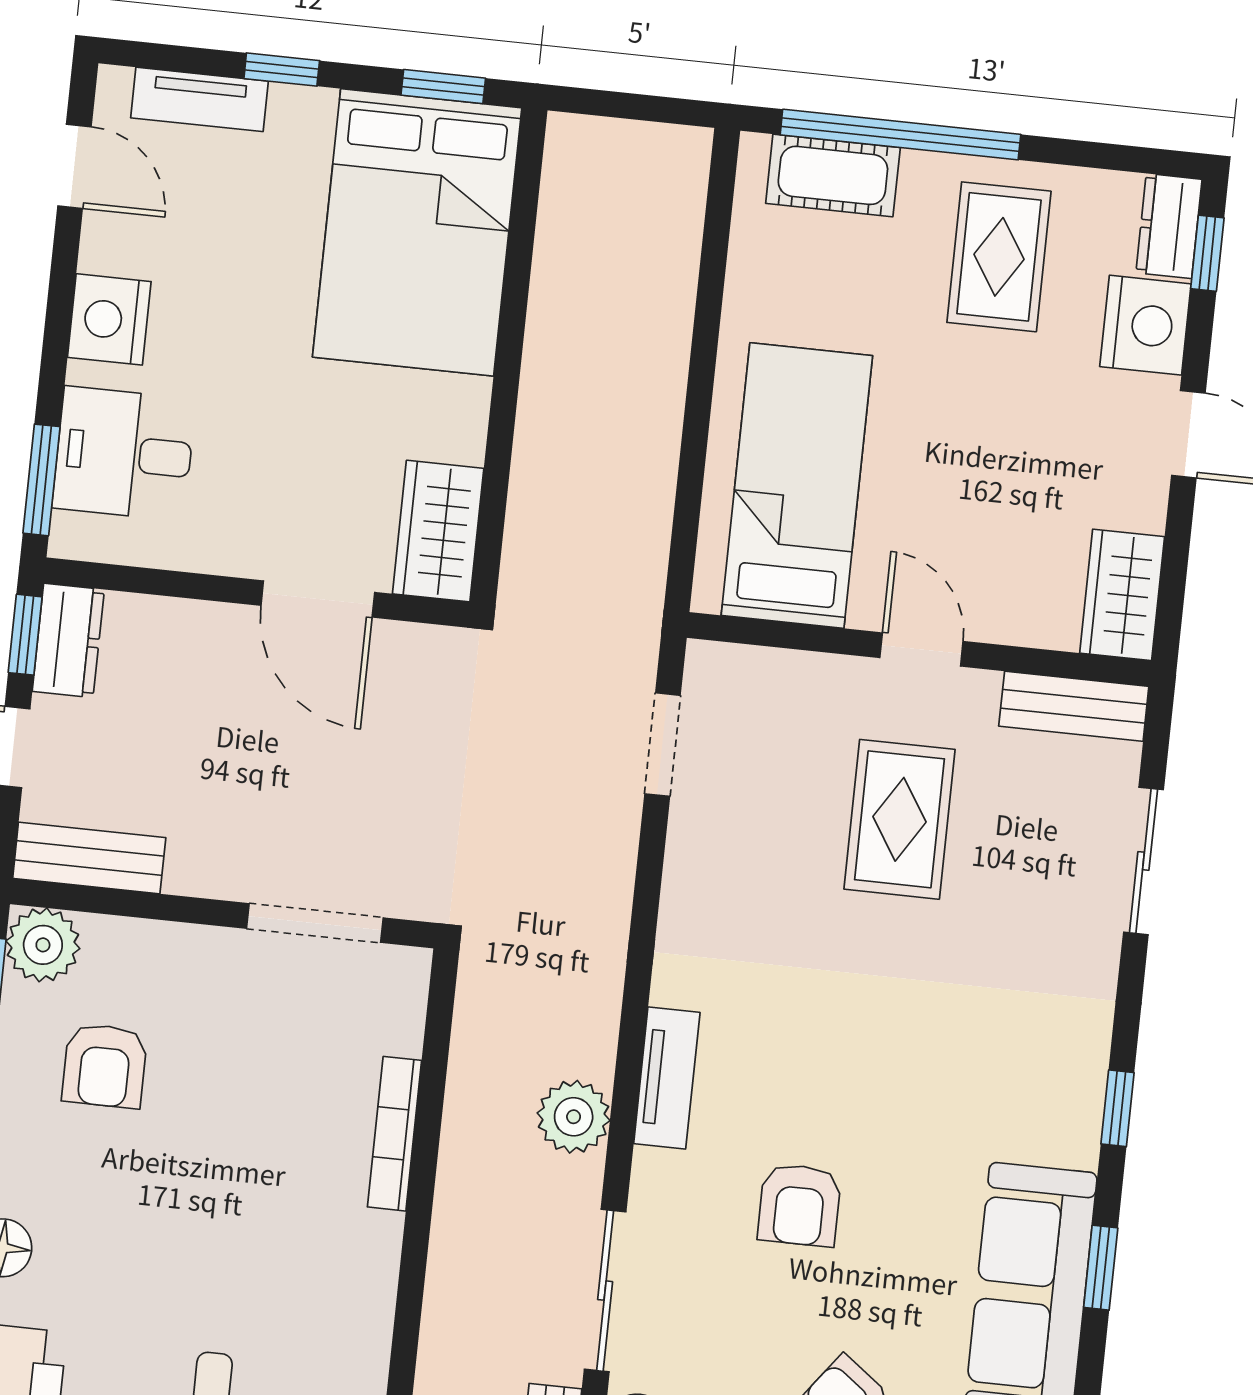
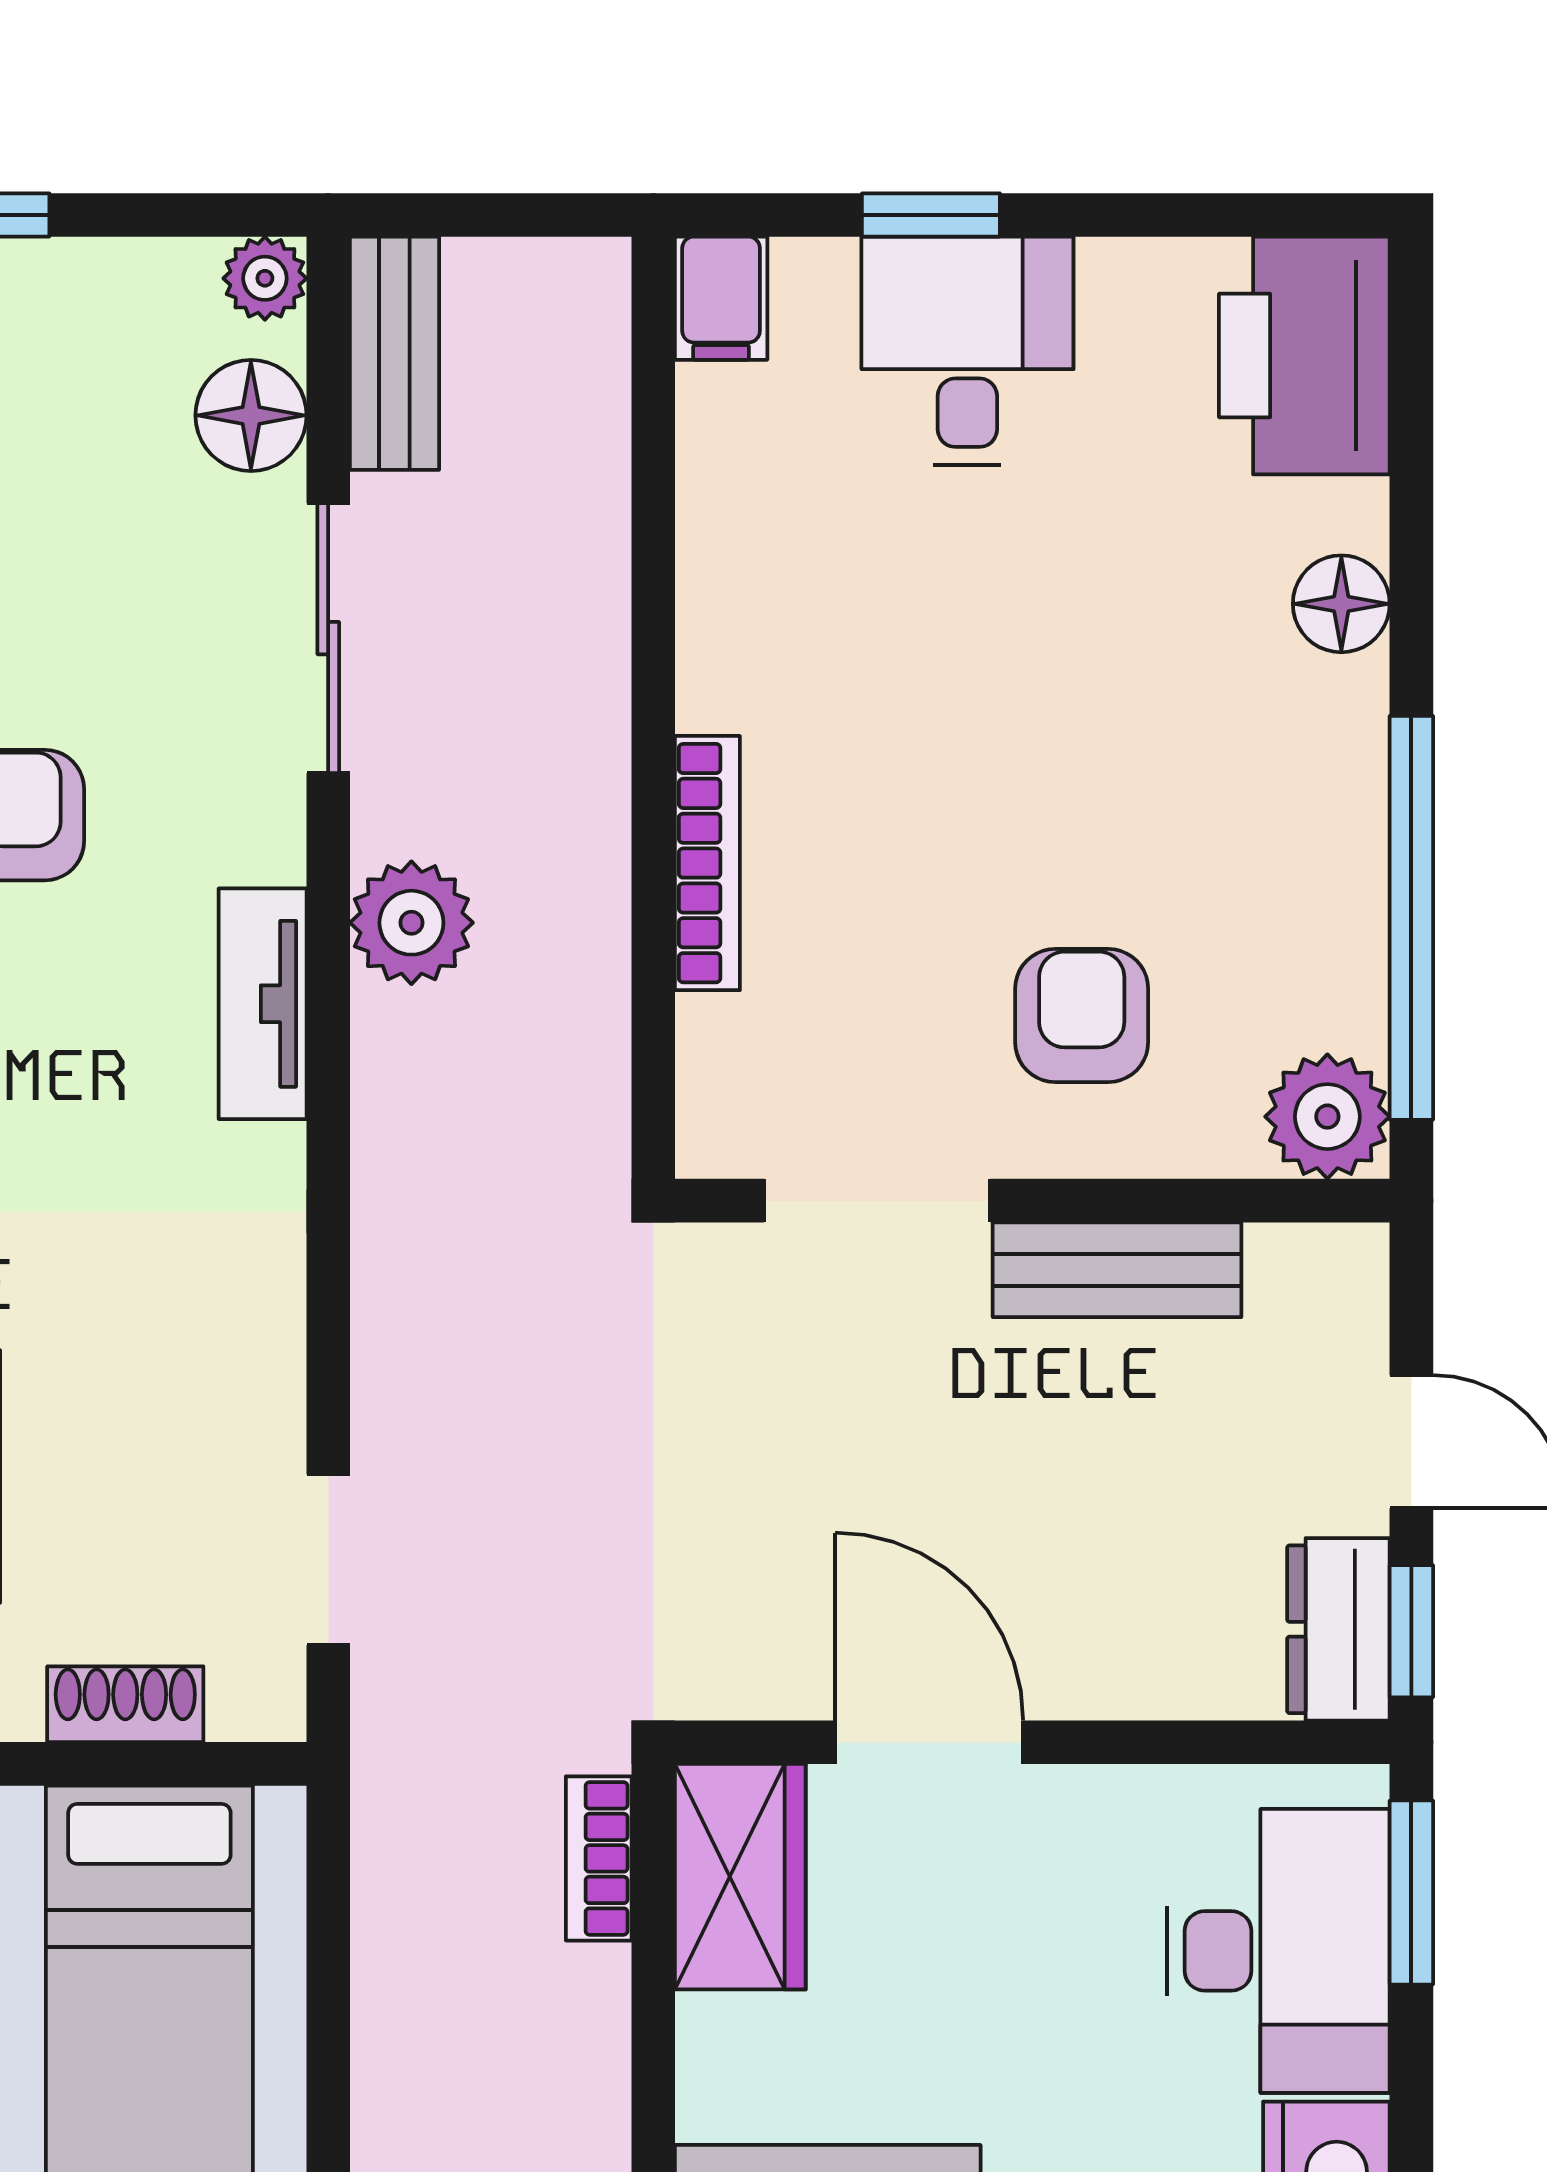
desk: (124, 454) -> (1278, 1951), width x1.37
bookcase: (521, 551) -> (599, 1858), added
shoe rack: (792, 672) -> (125, 1704), added
bench: (89, 858) -> (1117, 1270), moved
armchair: (105, 1066) -> (1082, 1015), moved

